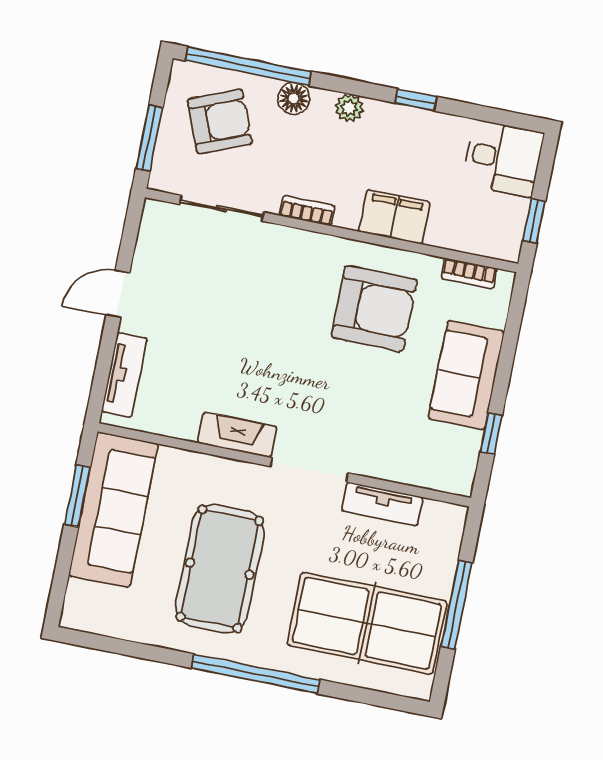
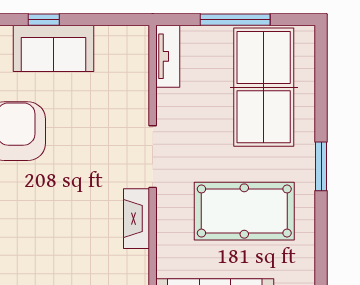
window: (491, 434) -> (44, 20), moved
tv unit: (382, 504) -> (168, 56), moved
window: (256, 674) -> (321, 166), width x0.47

